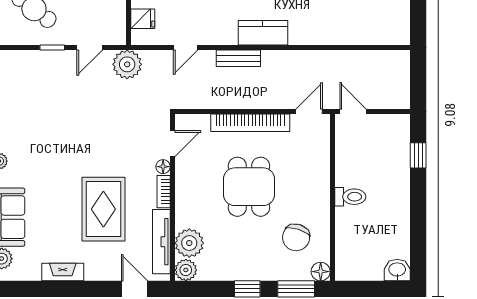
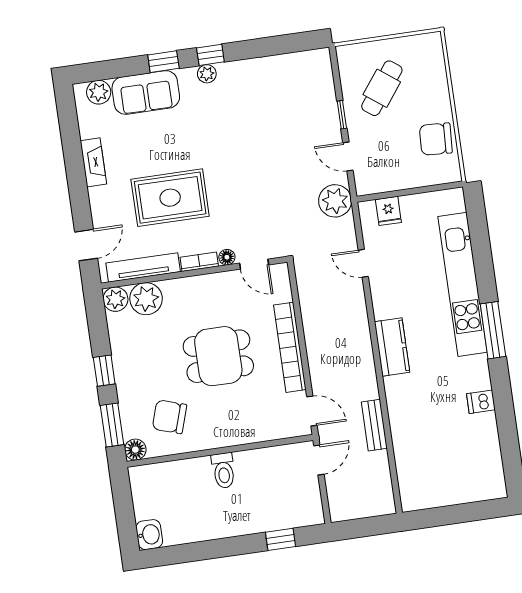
bench: (238, 58) -> (374, 425), moved

